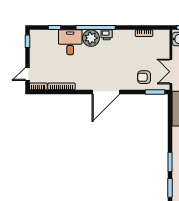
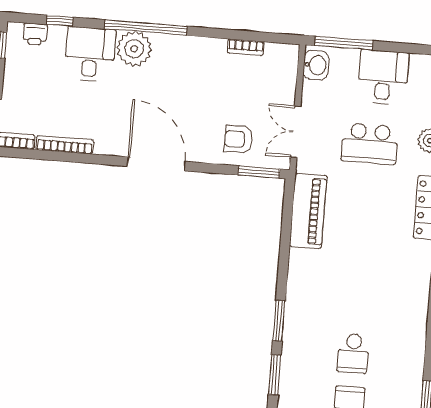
printer: (107, 35) -> (35, 34), moved
door: (106, 92) -> (156, 164), swing flipped

